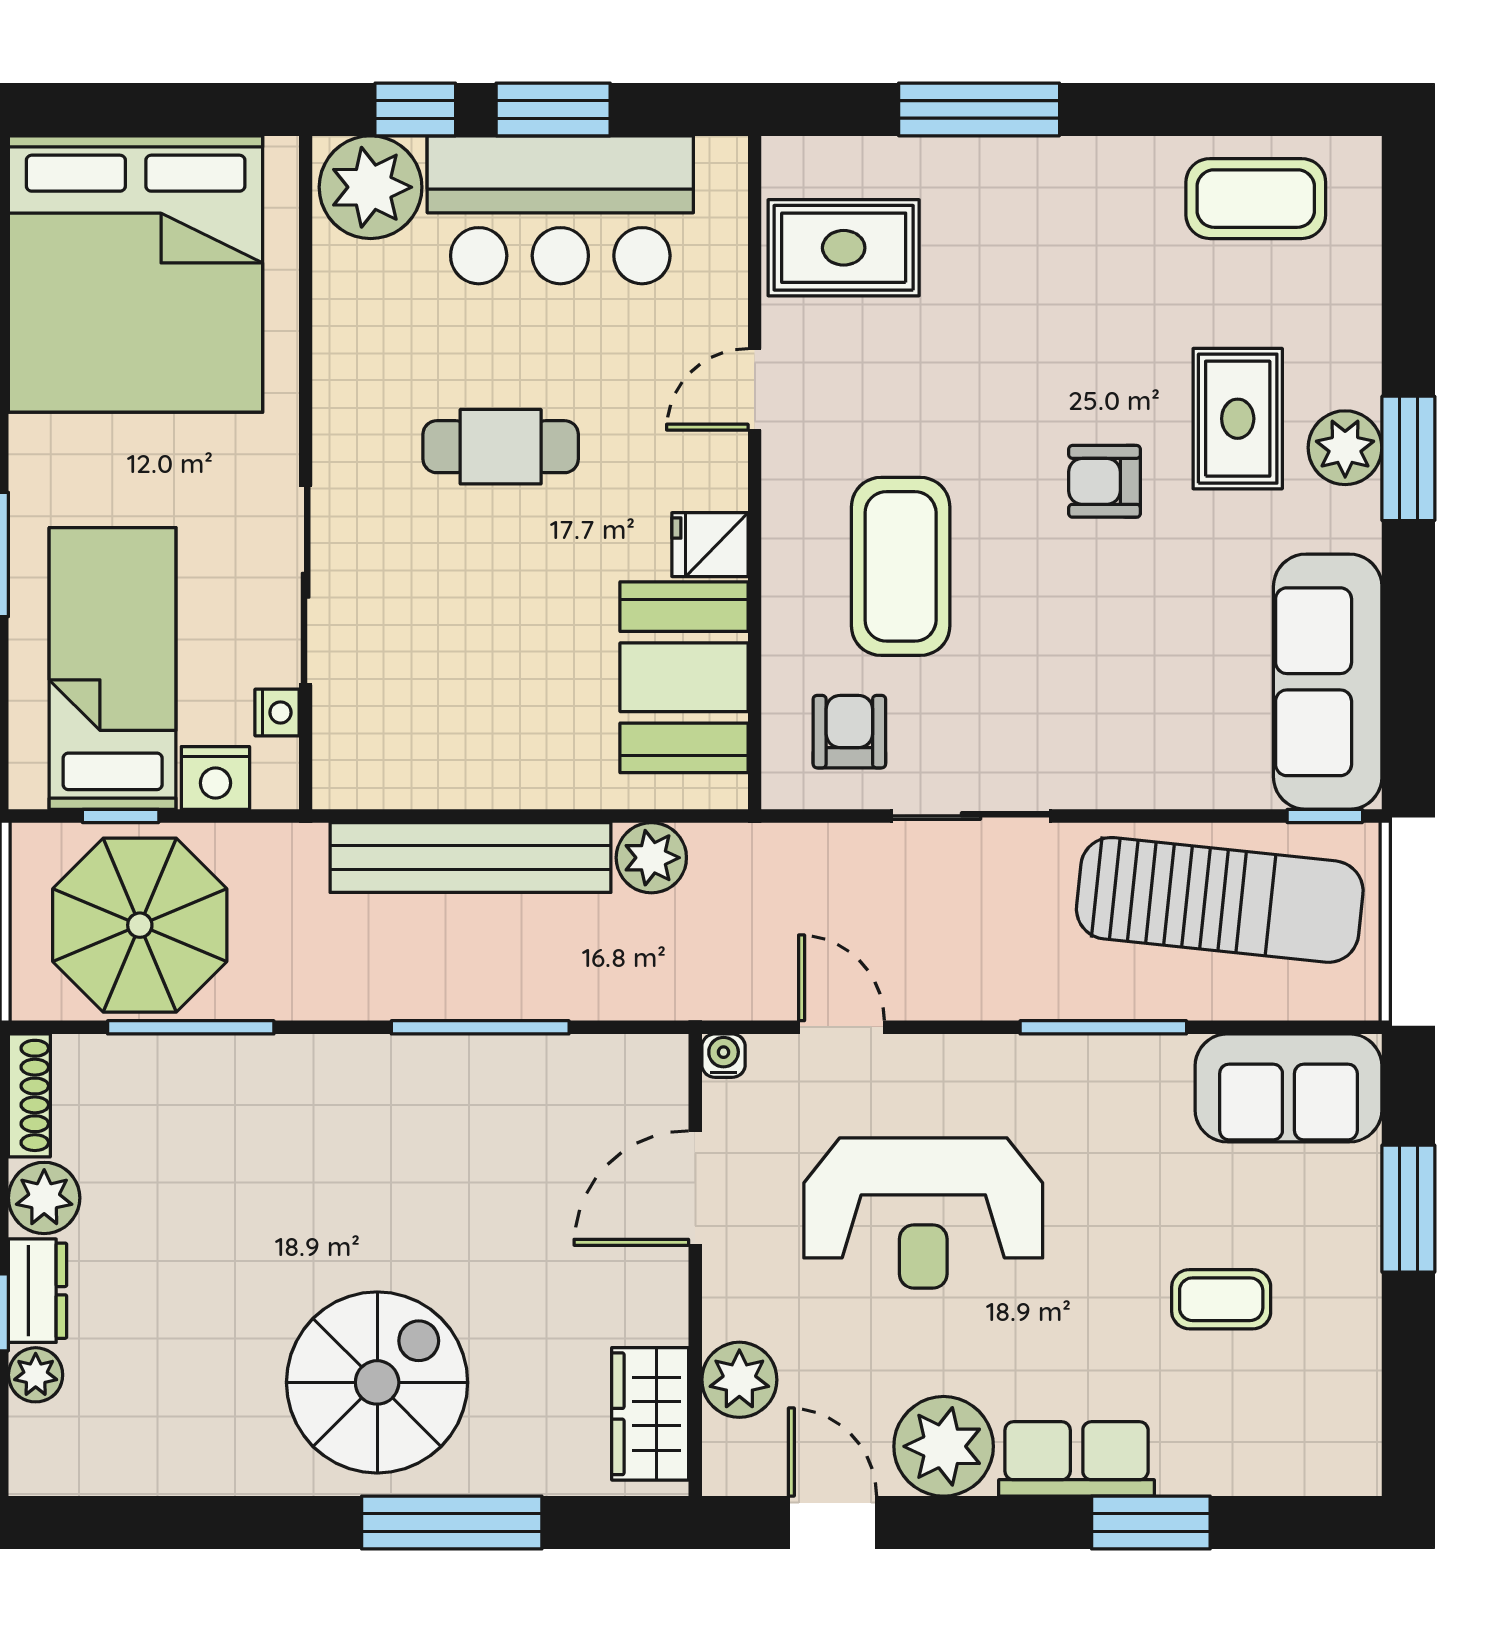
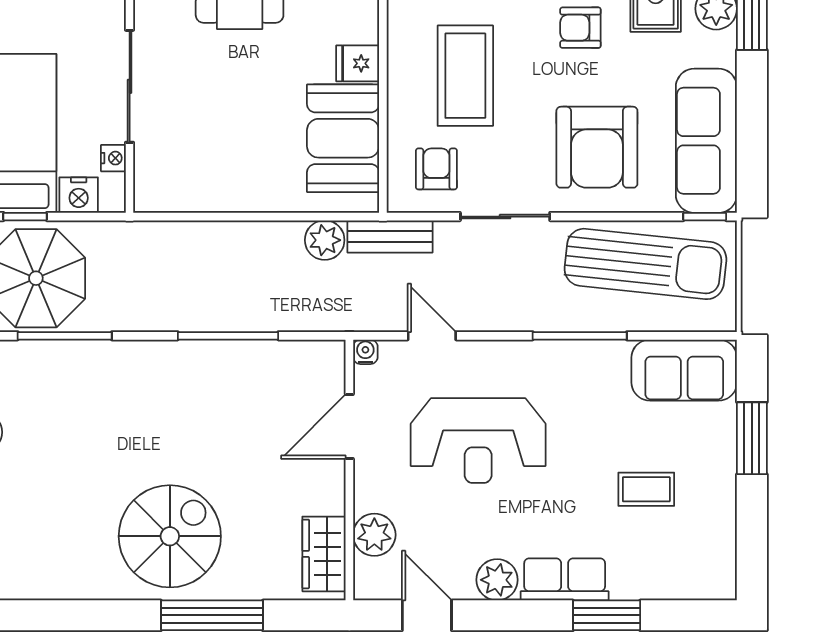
armchair: (1134, 693) -> (597, 147), added
bench: (471, 858) -> (390, 237), moved, width x0.54, depth x0.82
plant: (944, 1446) -> (497, 580), width x0.73, depth x0.73

